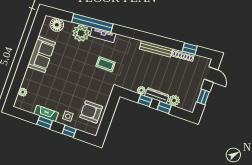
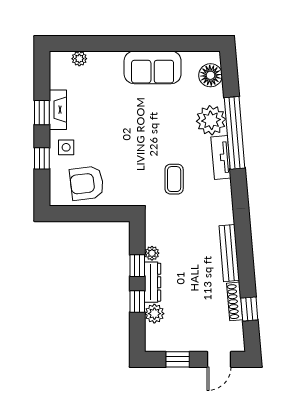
armchair: (91, 112) -> (87, 183), turned -97

